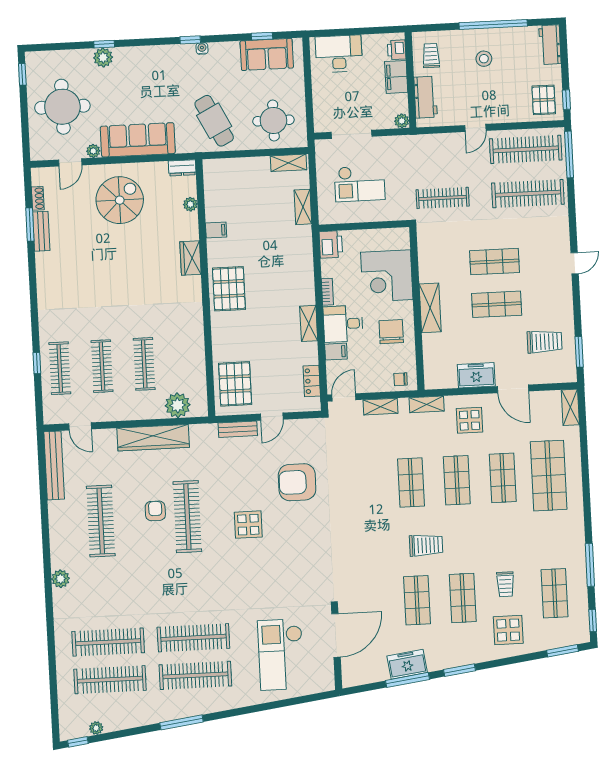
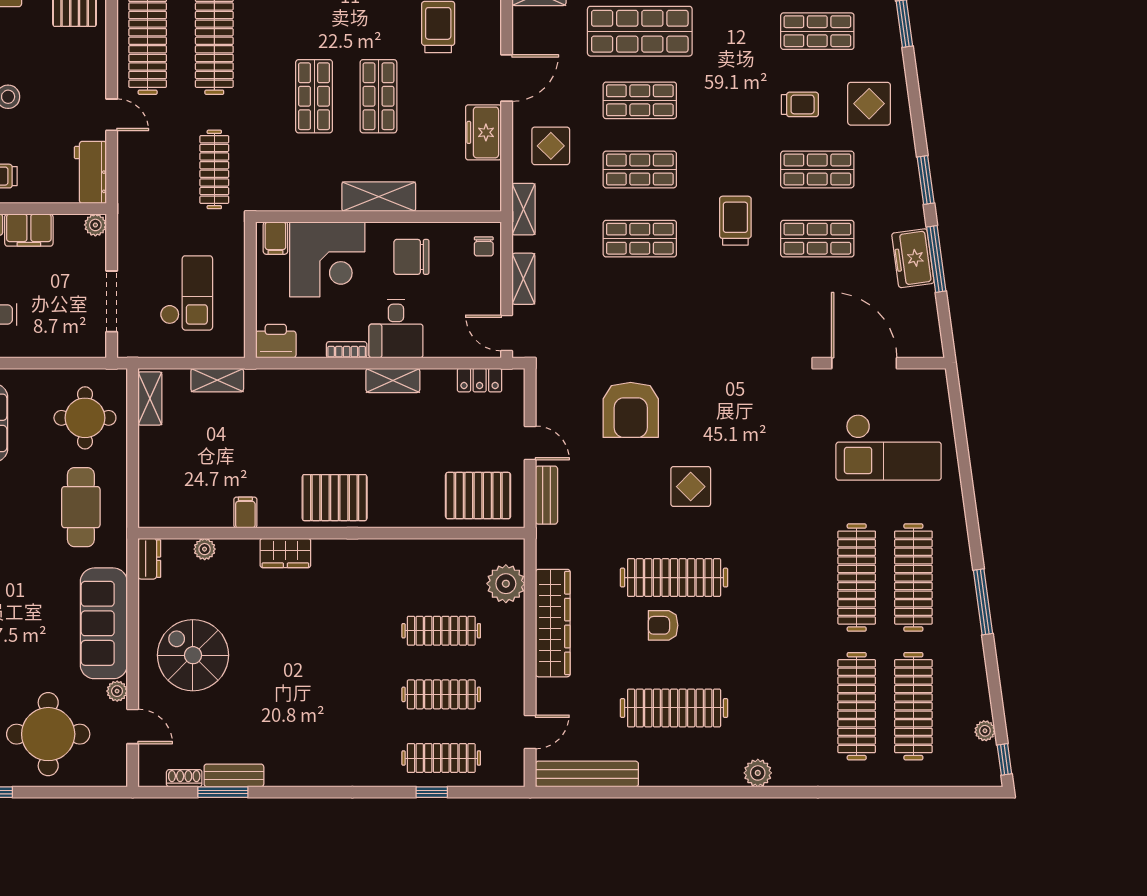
workbench: (426, 97) -> (90, 172), moved, turned -90
cafe table: (214, 121) -> (81, 507), turned -63
filing cabinet: (336, 352) -> (275, 238), moved, turned 180

